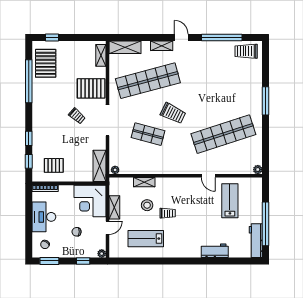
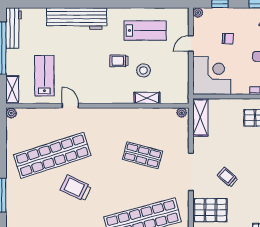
trolley: (173, 113) -> (76, 188), moved
lab bench: (230, 201) -> (44, 76), turned 180
shelving: (114, 207) -> (12, 90), moved
workbench: (215, 251) -> (77, 19), width x1.88, depth x1.32

